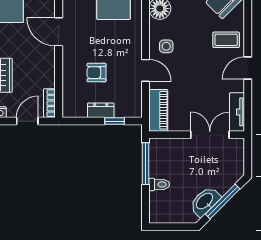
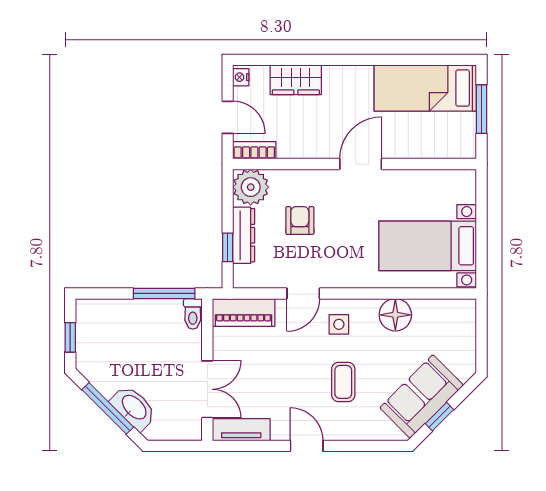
coffee table: (226, 40) -> (343, 382), moved
plant: (74, 106) -> (251, 187), added
dresser: (101, 110) -> (244, 235), width x1.44
toilet: (159, 184) -> (193, 314), moved
washbasin: (205, 201) -> (134, 408), moved
window: (175, 227) -> (70, 337), added

